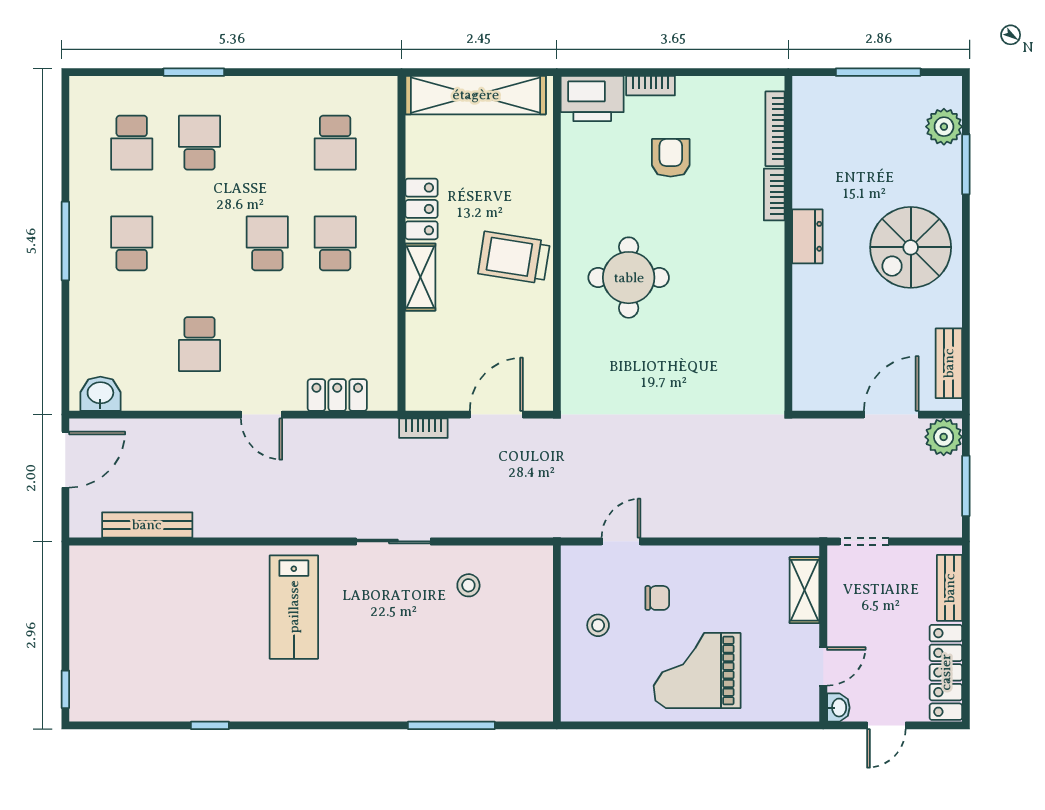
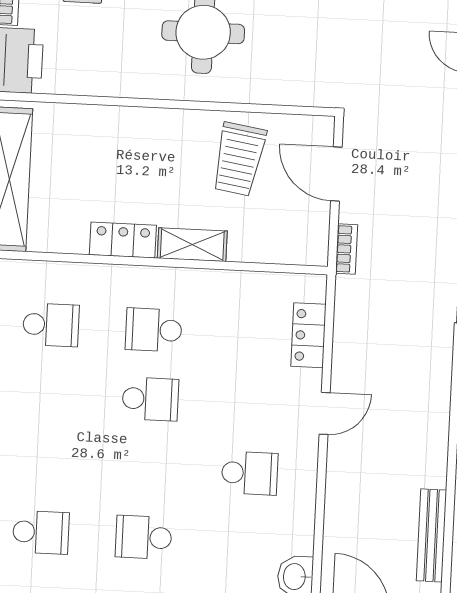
school desk: (200, 143) -> (44, 463), removed
school desk: (267, 243) -> (150, 399), turned 180
trolley: (514, 258) -> (239, 159), moved

